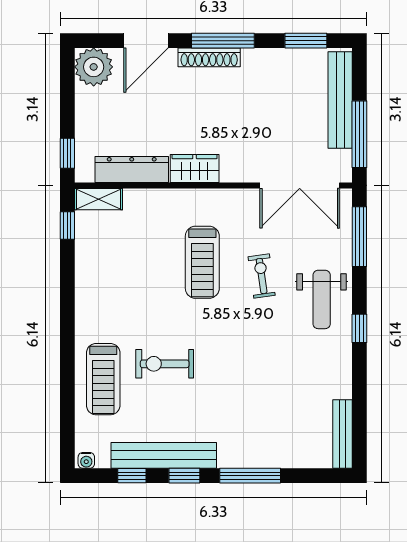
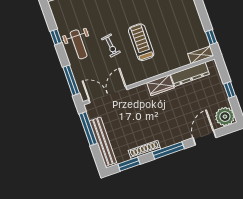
shoe rack: (209, 57) -> (144, 150), moved
window: (67, 153) -> (230, 90), moved
weight bench: (322, 299) -> (79, 44), turned 180

